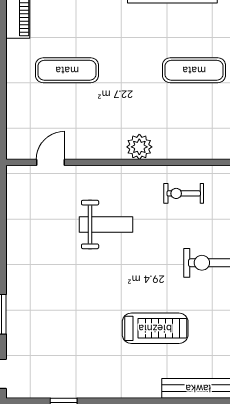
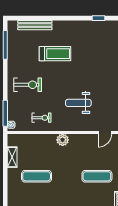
treadmill: (155, 328) -> (55, 54), turned 180

